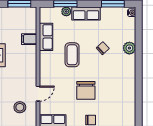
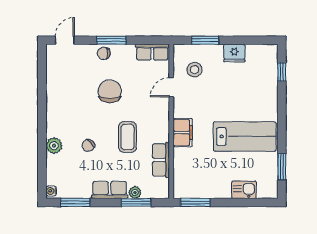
filing cabinet: (29, 39) -> (183, 133), moved, width x2.00

